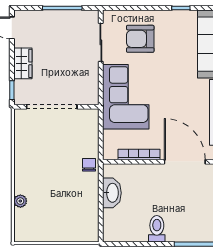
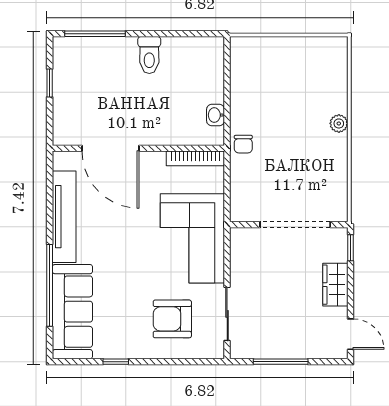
armchair: (140, 39) -> (172, 319), turned 180
bookcase: (139, 154) -> (195, 158), moved
washbasin: (112, 193) -> (216, 115), width x0.52, depth x0.69
plant: (20, 201) -> (339, 123), moved

